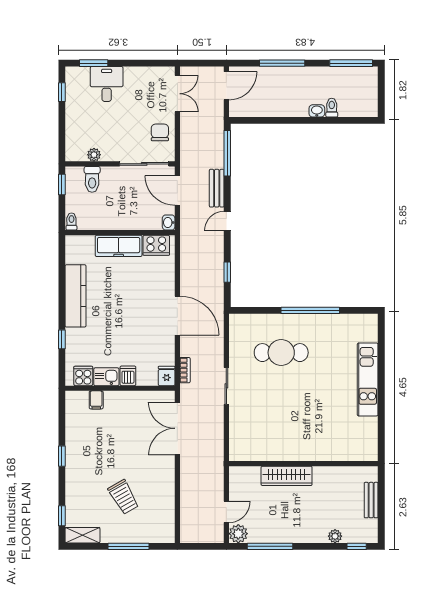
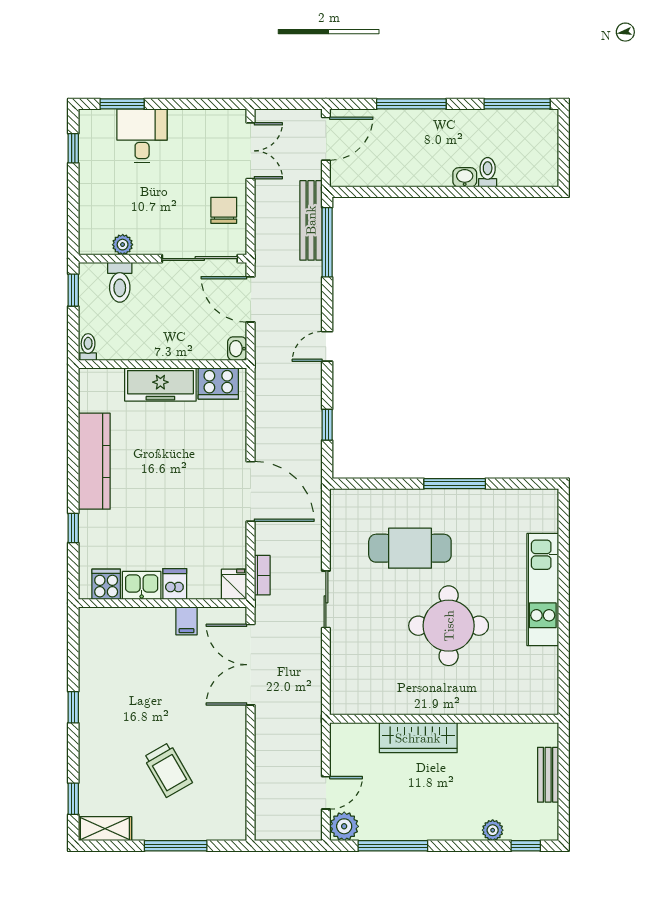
bench: (217, 188) -> (311, 220), moved, width x1.36
window: (310, 310) -> (455, 484), width x0.68
filing cabinet: (96, 400) -> (187, 621), moved
round table: (306, 403) -> (449, 626), added

